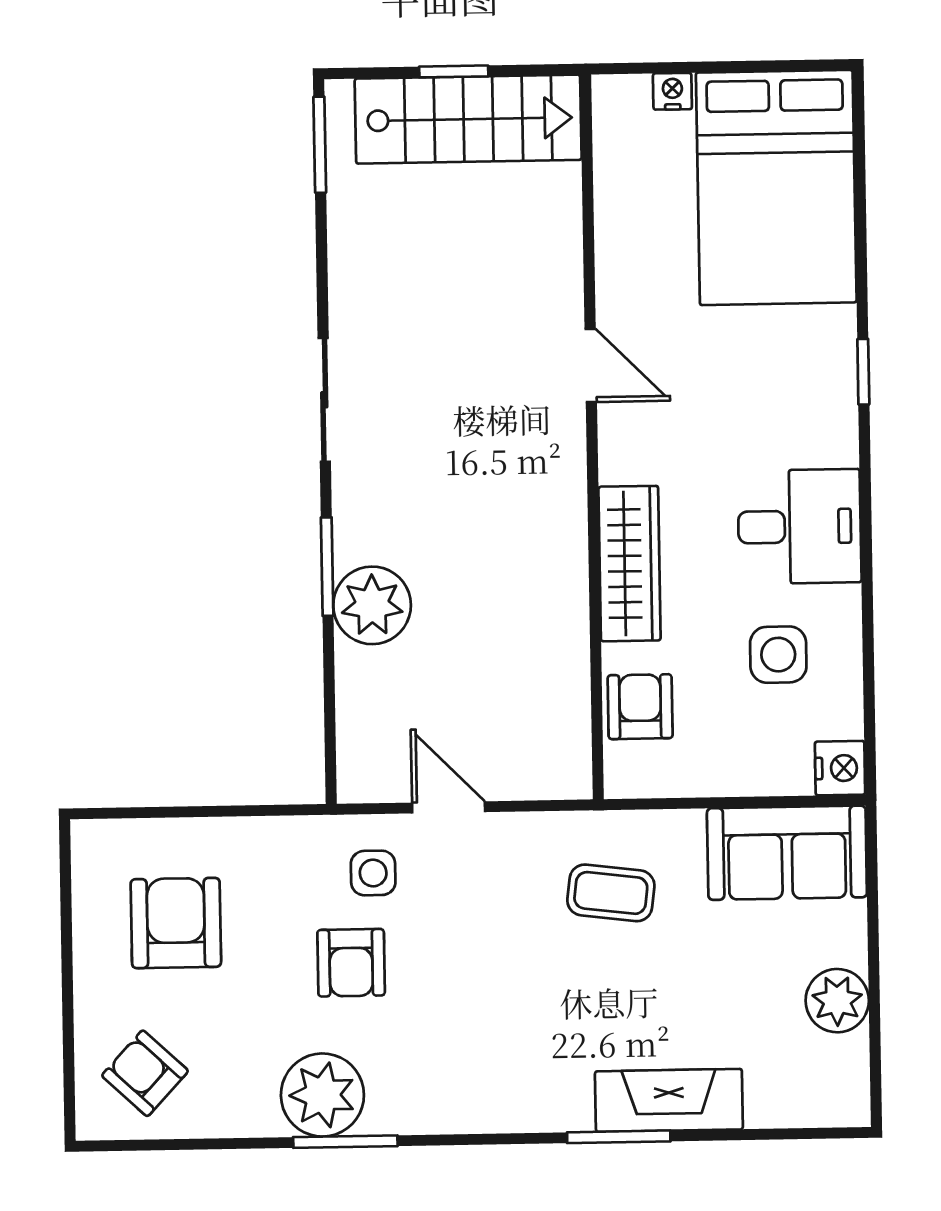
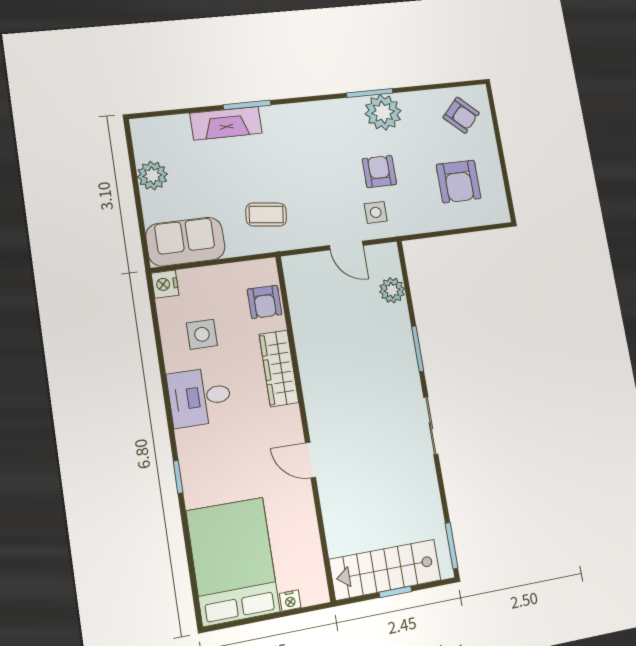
plant: (372, 605) -> (392, 290), moved, width x0.73, depth x0.73

